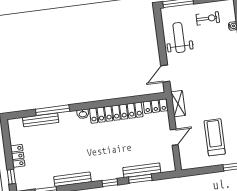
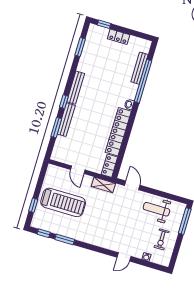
weight bench: (179, 38) -> (156, 209), turned 180
window: (53, 110) -> (143, 81), width x1.46
treadmill: (215, 137) -> (63, 202), width x1.37, depth x1.38
bench: (142, 170) -> (66, 120), moved
bench: (72, 179) -> (76, 88), moved

